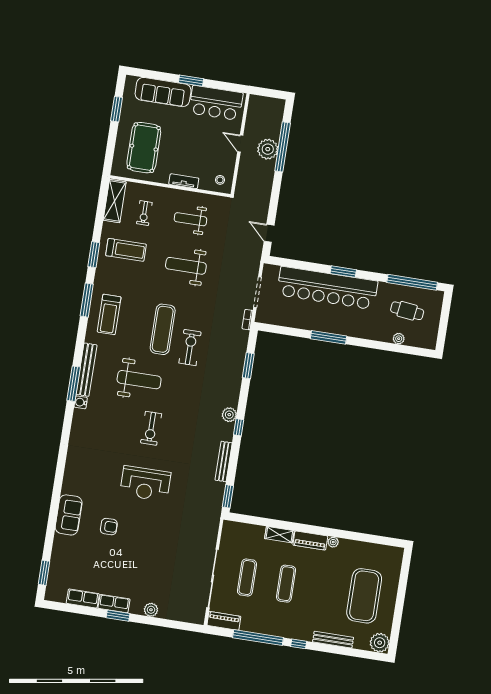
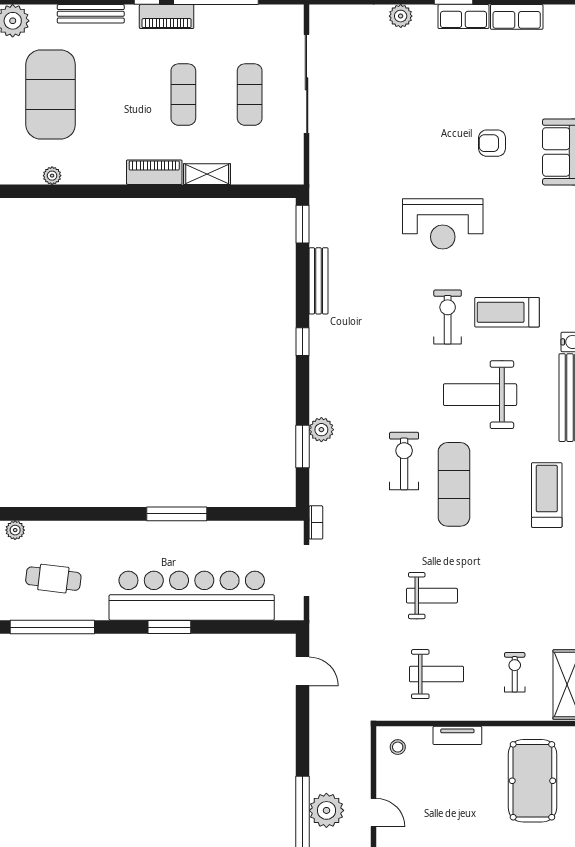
treadmill: (126, 250) -> (507, 312), moved
weight bench: (186, 266) -> (432, 596), width x0.73, depth x0.75
plant: (399, 339) -> (15, 530), moved
exercise bike: (190, 348) -> (404, 461), turned 180
plant: (229, 415) -> (321, 430), moved
reception desk: (145, 484) -> (443, 224), turned 180
plant: (333, 542) -> (52, 176), moved
piano: (224, 621) -> (167, 17), moved

